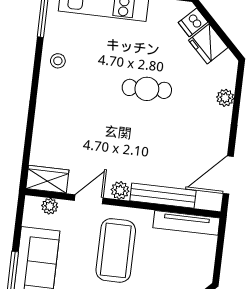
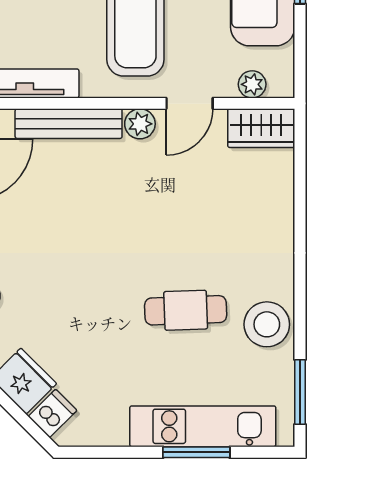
stool: (58, 61) -> (267, 324), width x1.89, depth x1.89
cafe table: (147, 89) -> (186, 310), moved

